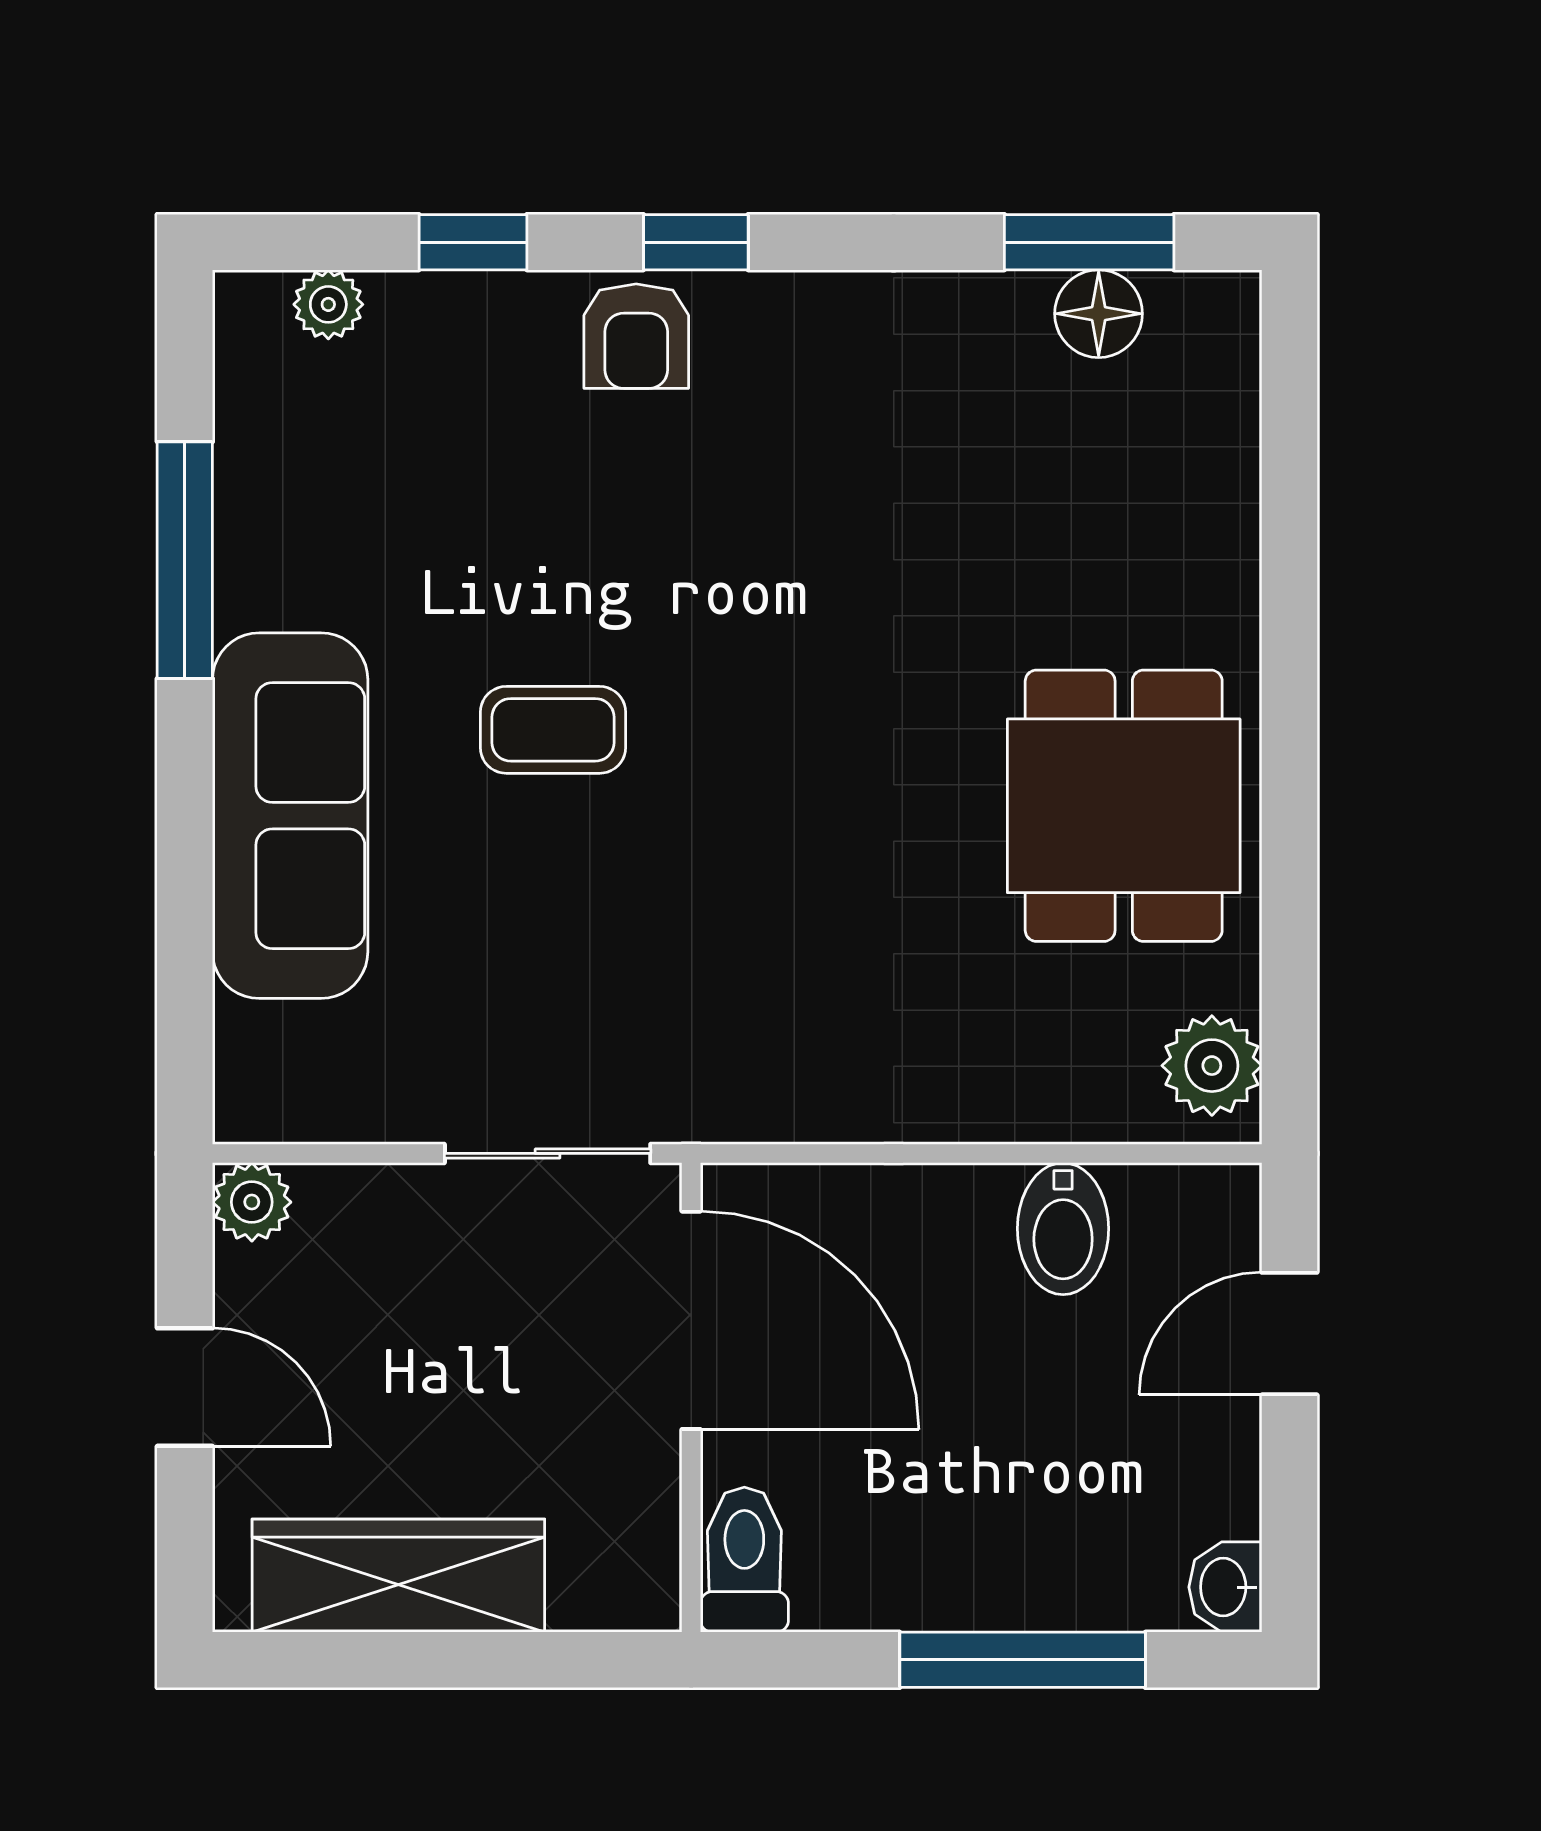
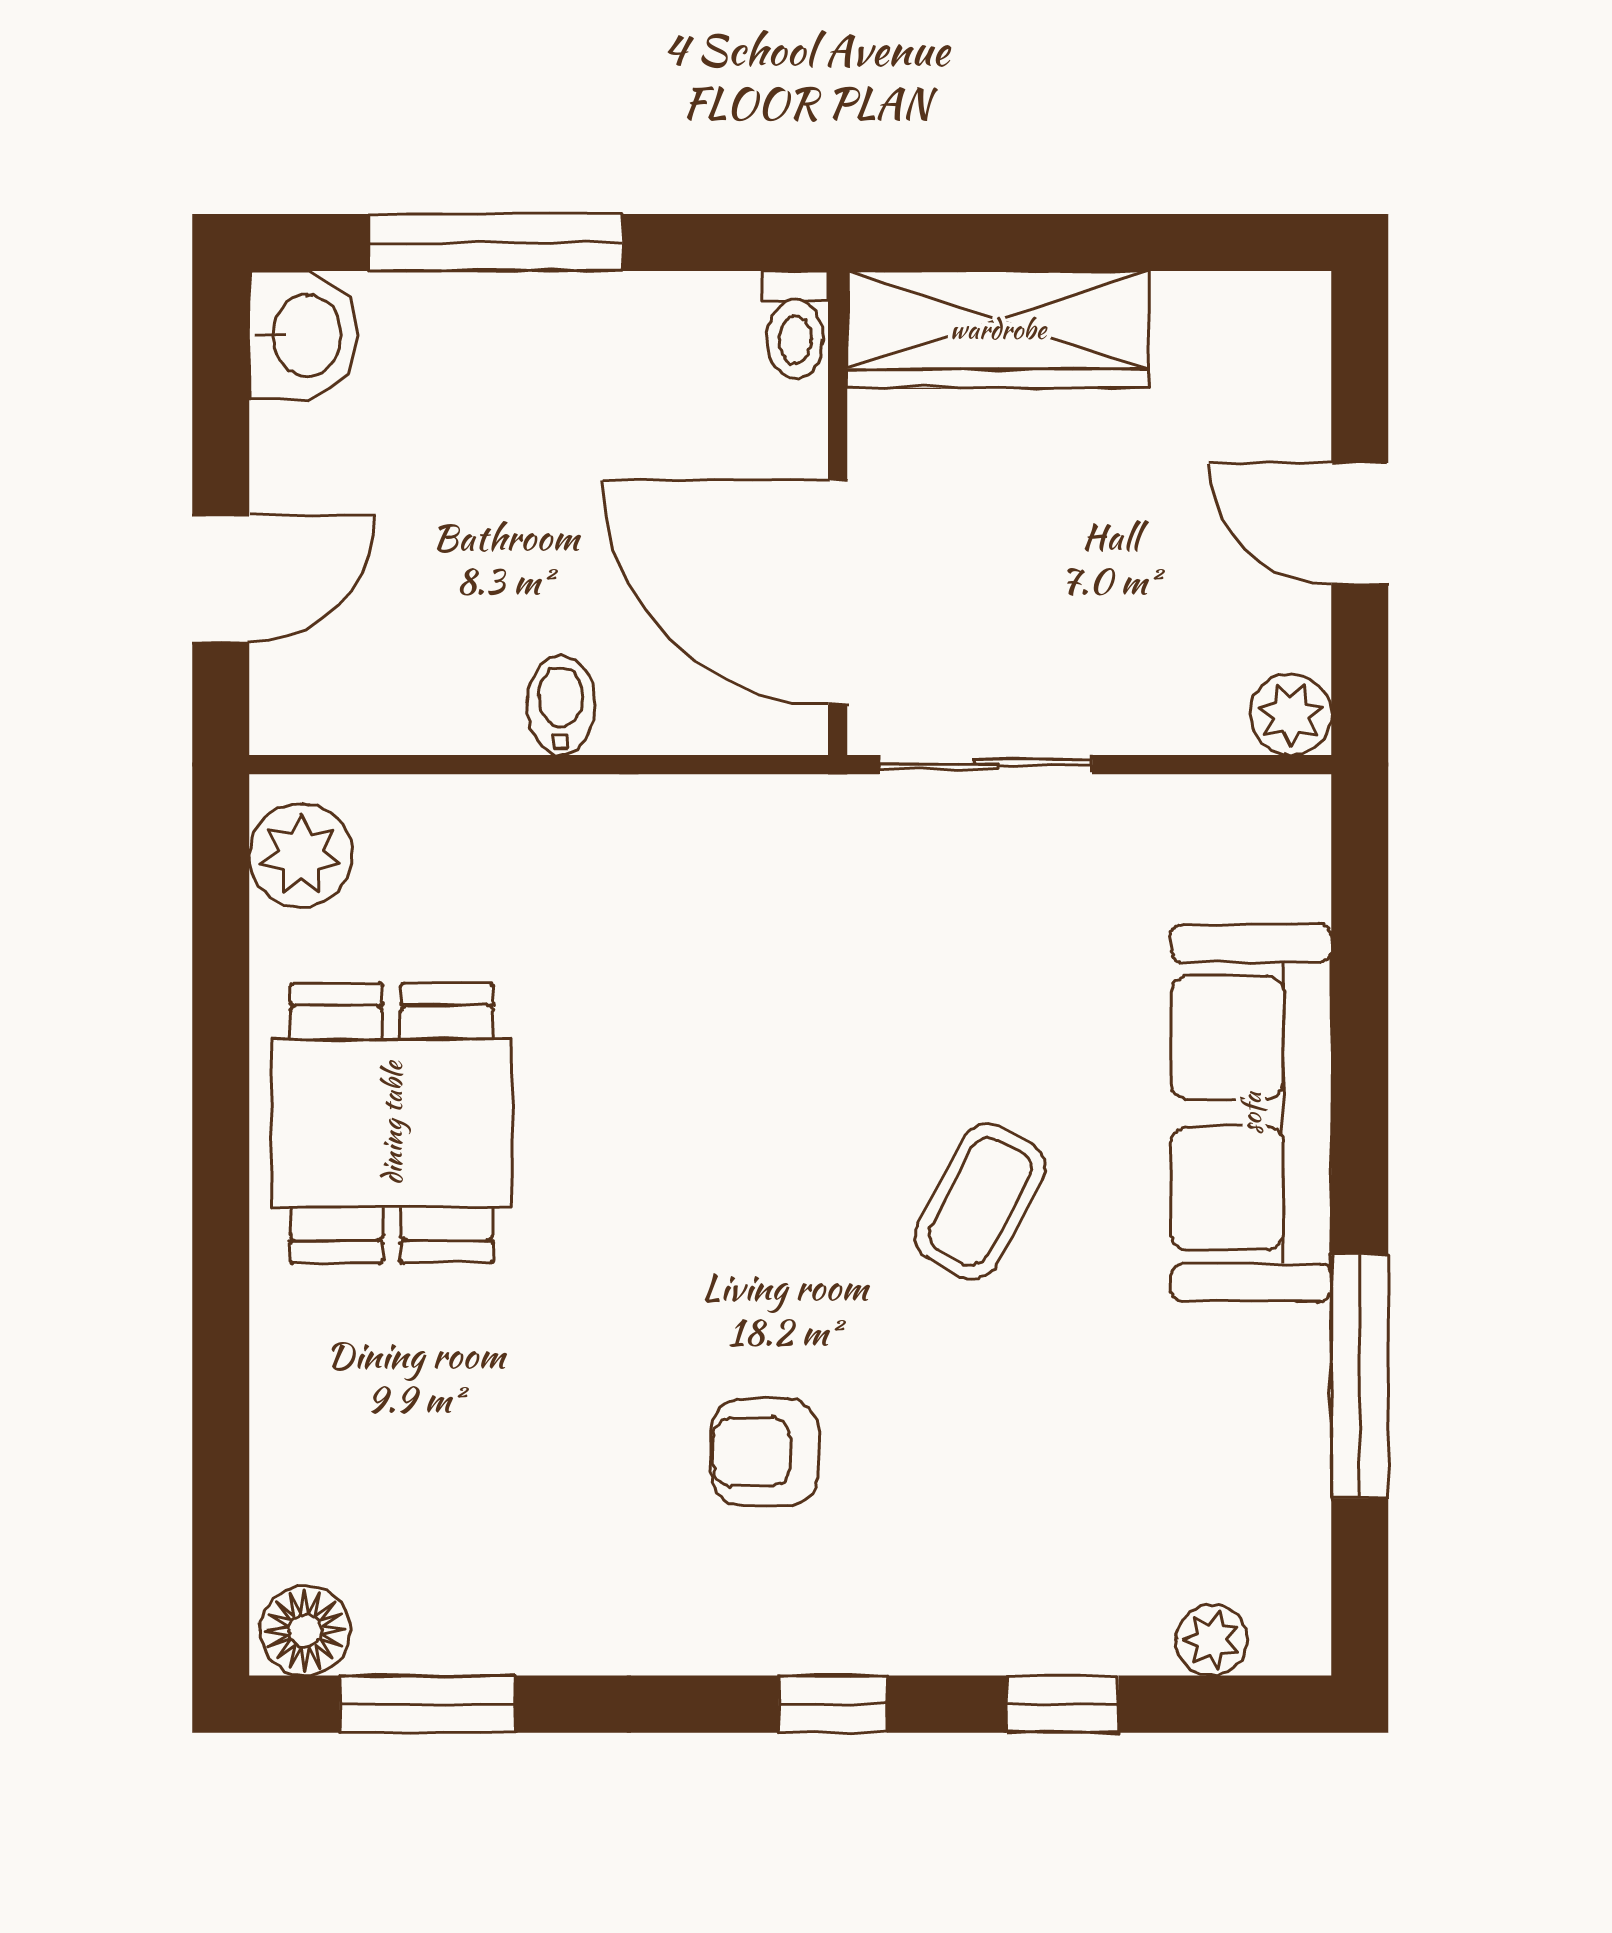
floor lamp: (1099, 314) -> (305, 1630), moved
armchair: (636, 336) -> (765, 1452), moved, turned -90
coffee table: (553, 730) -> (980, 1201), turned -62
bidet: (1063, 1229) -> (561, 705), moved, width x0.72, depth x0.74
toilet: (744, 1560) -> (795, 325), width x0.73, depth x0.72
wardrobe: (398, 1576) -> (998, 329), moved
washbasin: (1225, 1587) -> (304, 335), width x1.38, depth x1.45

